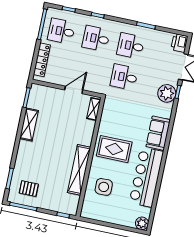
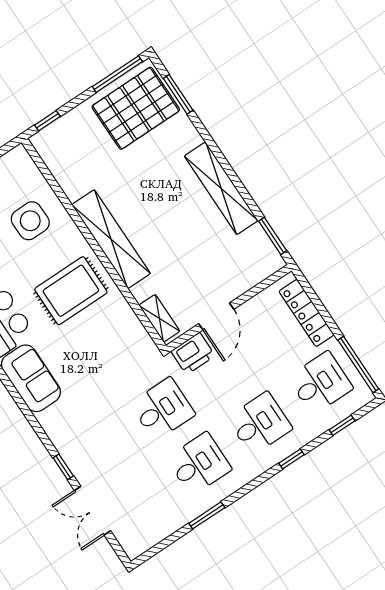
printer: (179, 43) -> (193, 353), moved, turned 90
plant: (167, 93) -> (77, 448), removed
shelving: (29, 125) -> (221, 188), width x1.47
shelving: (79, 170) -> (111, 239), moved
pallet: (29, 189) -> (136, 108), width x2.05, depth x2.00

